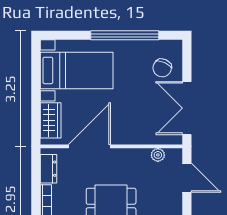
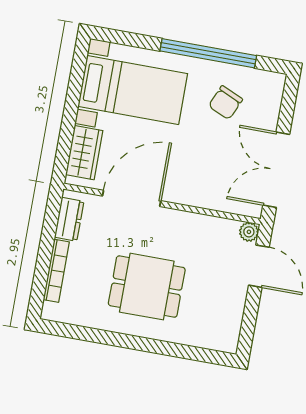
chair: (162, 68) -> (225, 103), moved
plant: (158, 155) -> (249, 232), moved

